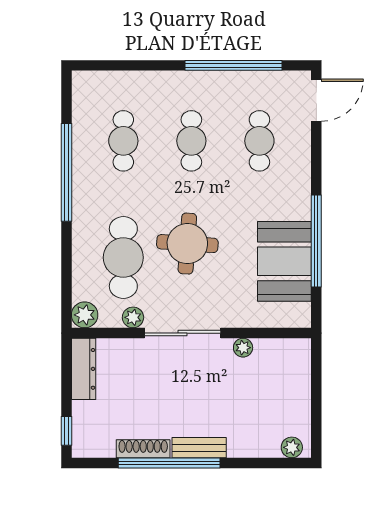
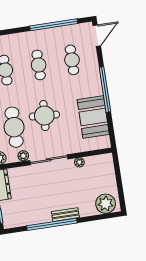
window: (316, 241) -> (105, 89), moved
plant: (292, 447) -> (106, 204), width x1.88, depth x1.88
shoe rack: (143, 449) -> (38, 219), removed

